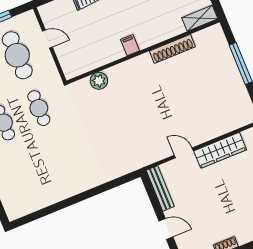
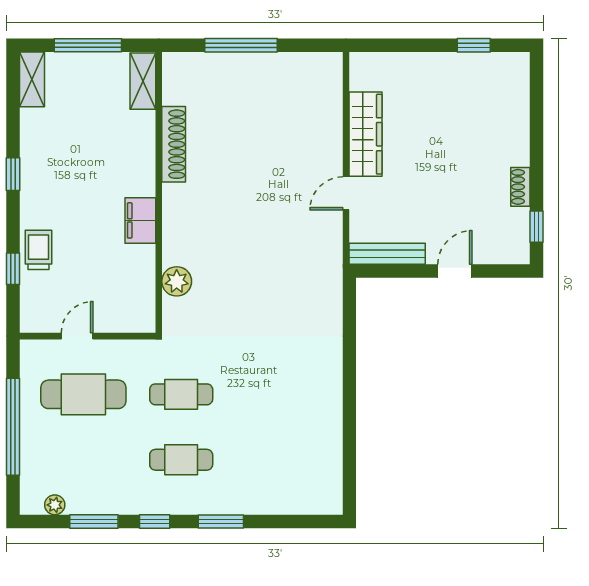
filing cabinet: (130, 45) -> (140, 220), width x2.00

